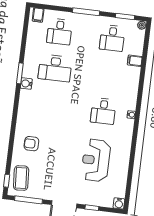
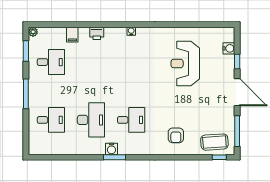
filing cabinet: (38, 15) -> (36, 145), removed
window: (20, 73) -> (115, 157), moved
printer: (133, 83) -> (97, 33), added
desk: (103, 111) -> (131, 120), moved
reception desk: (96, 160) -> (185, 63), turned 90
water cooler: (119, 203) -> (229, 48), moved

